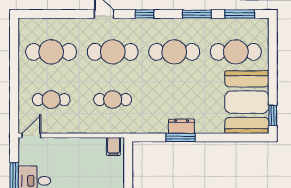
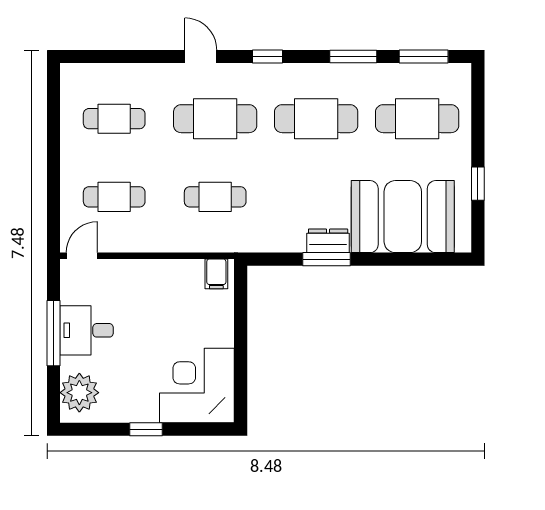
cafe table: (51, 52) -> (114, 119), width x0.73, depth x0.74
booth: (247, 102) -> (403, 217), moved, turned 90
window: (273, 115) -> (478, 184), moved

